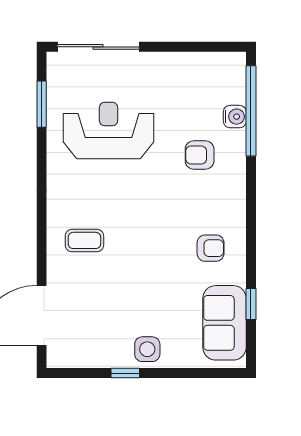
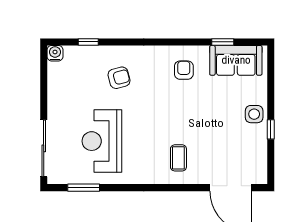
window: (251, 111) -> (88, 42), width x0.32
water cooler: (235, 117) -> (55, 53), moved
armchair: (200, 155) -> (119, 78), turned -105

